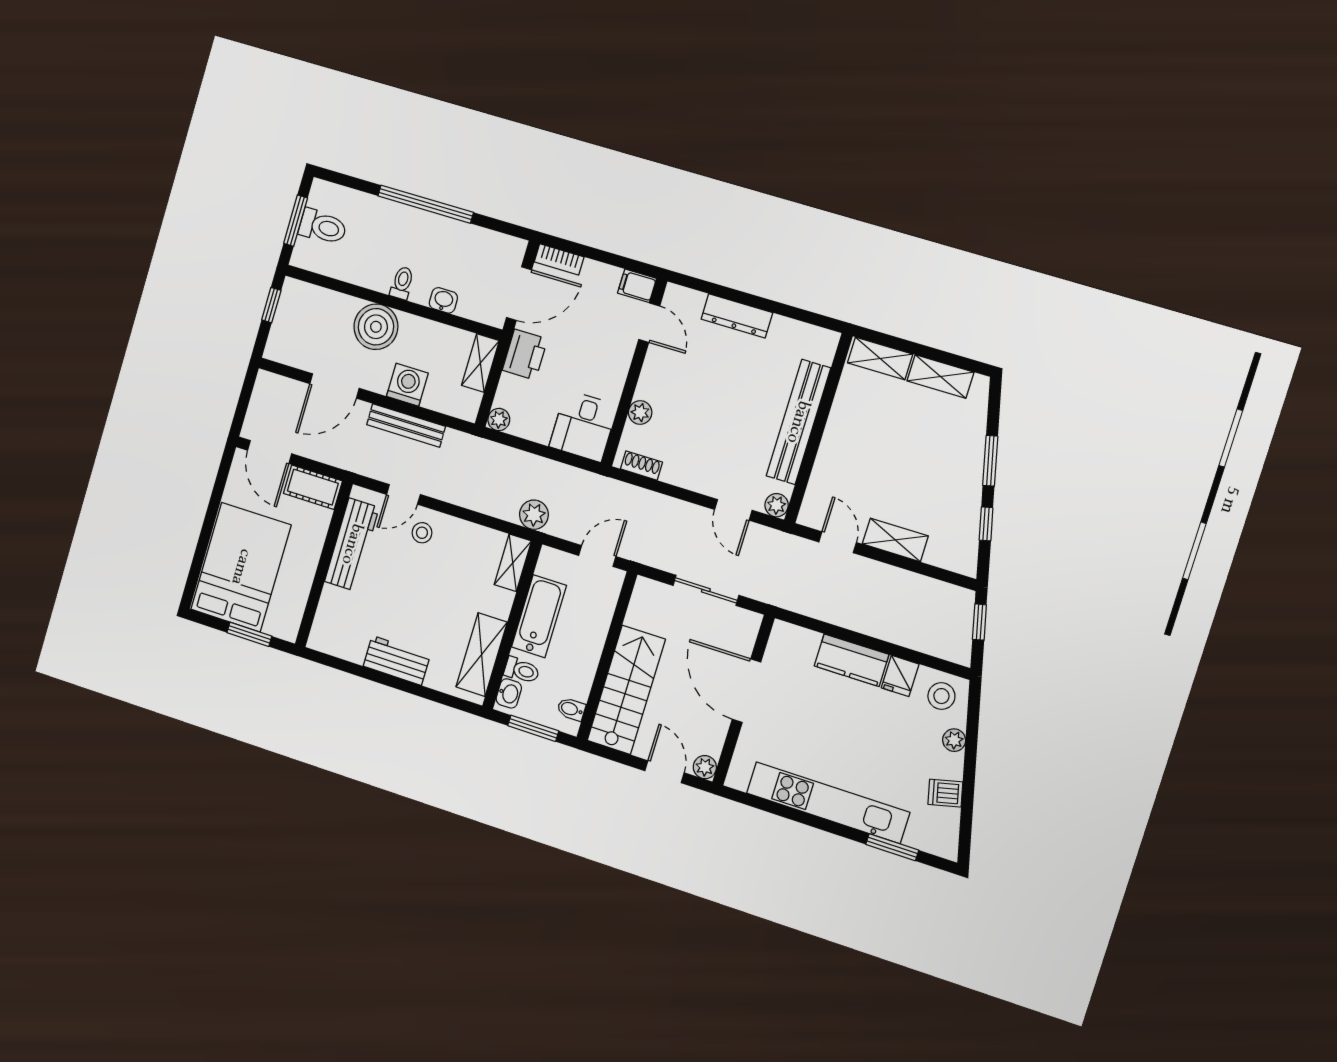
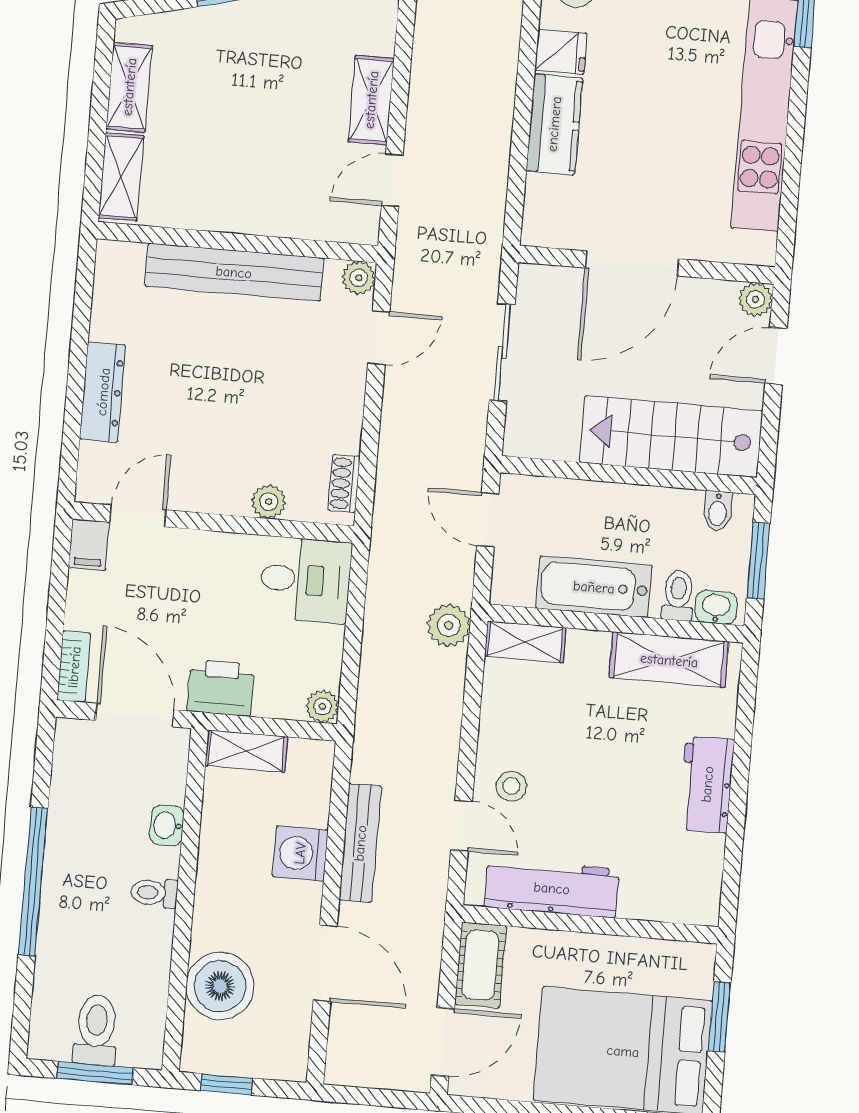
boiler: (376, 327) -> (220, 986), moved

